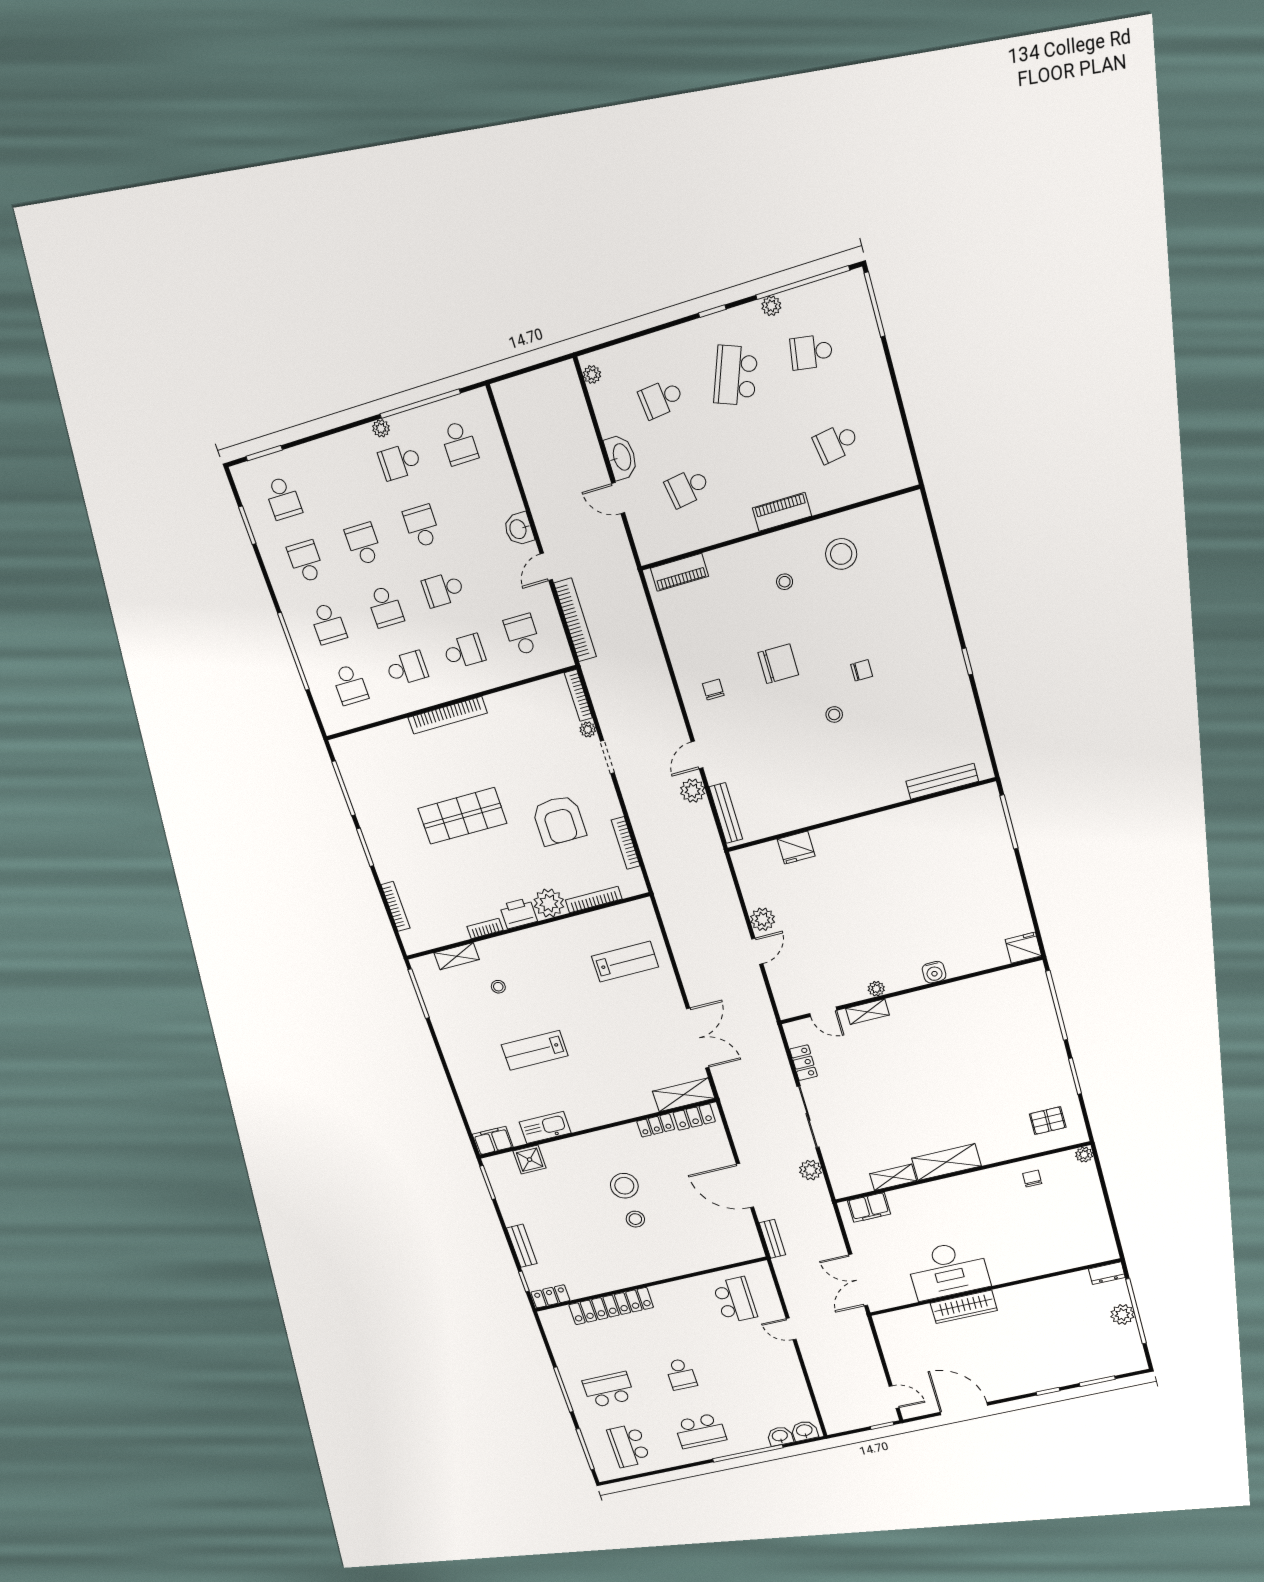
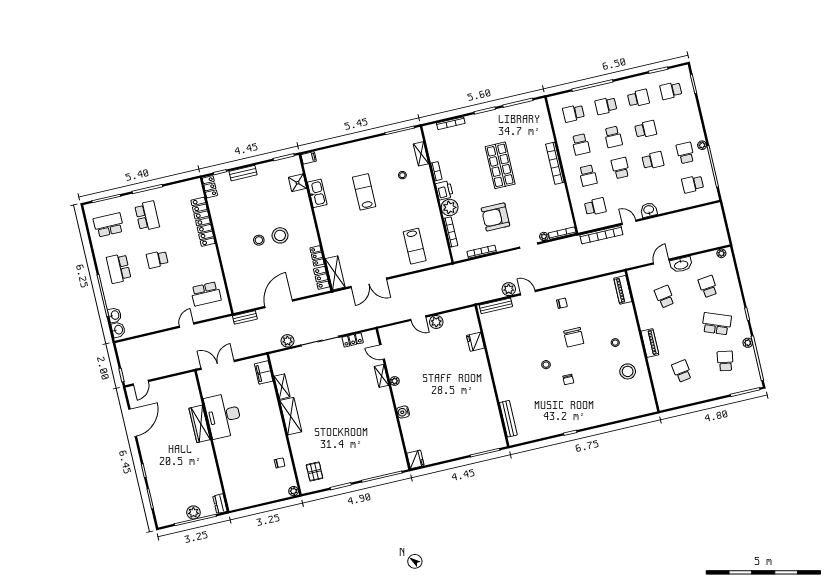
school desk: (385, 607) -> (613, 137), turned -90
door: (823, 1012) -> (382, 352), hinge flipped
filing cabinet: (493, 1141) -> (309, 158), width x0.50

